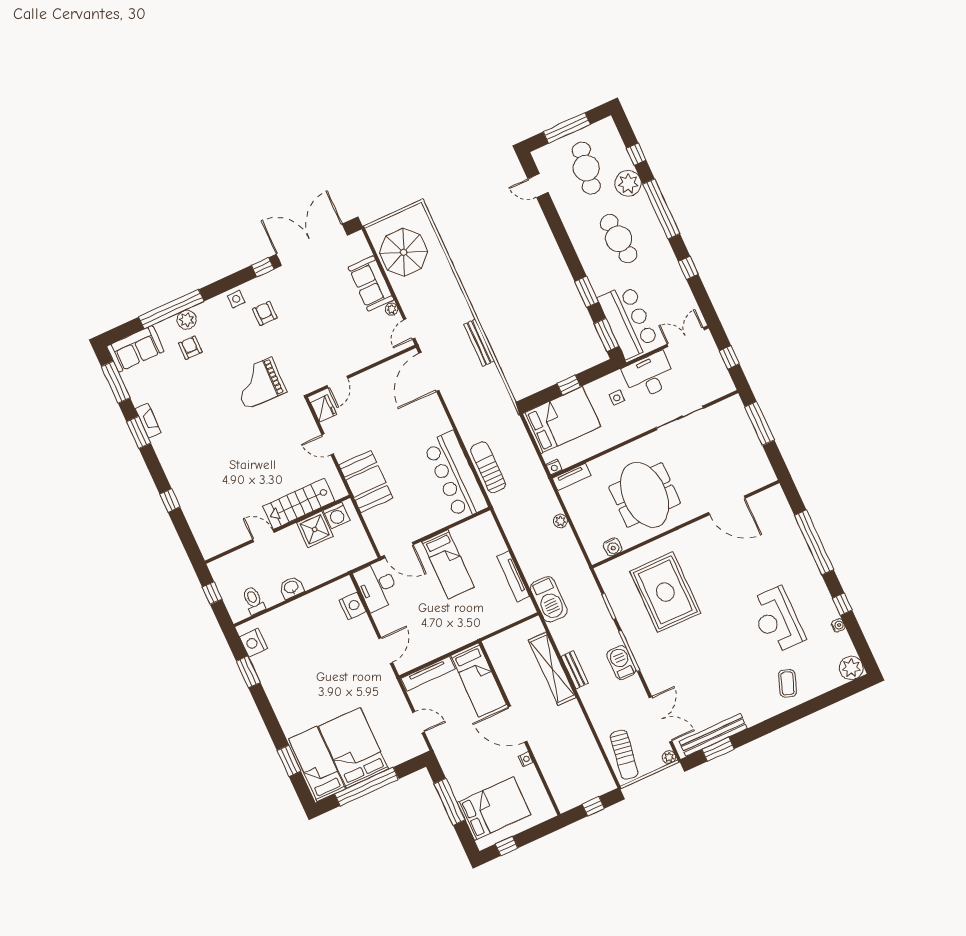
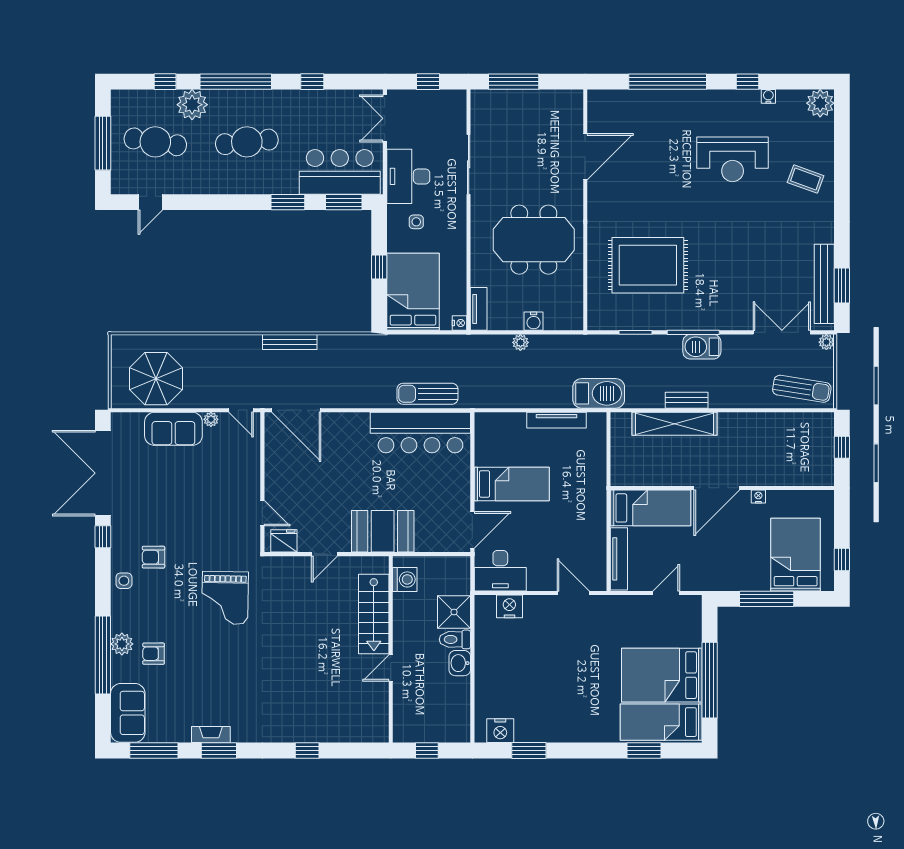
shower: (315, 529) -> (454, 612), moved
water cooler: (613, 547) -> (534, 321), moved, turned 90
toilet: (254, 600) -> (455, 639), moved

